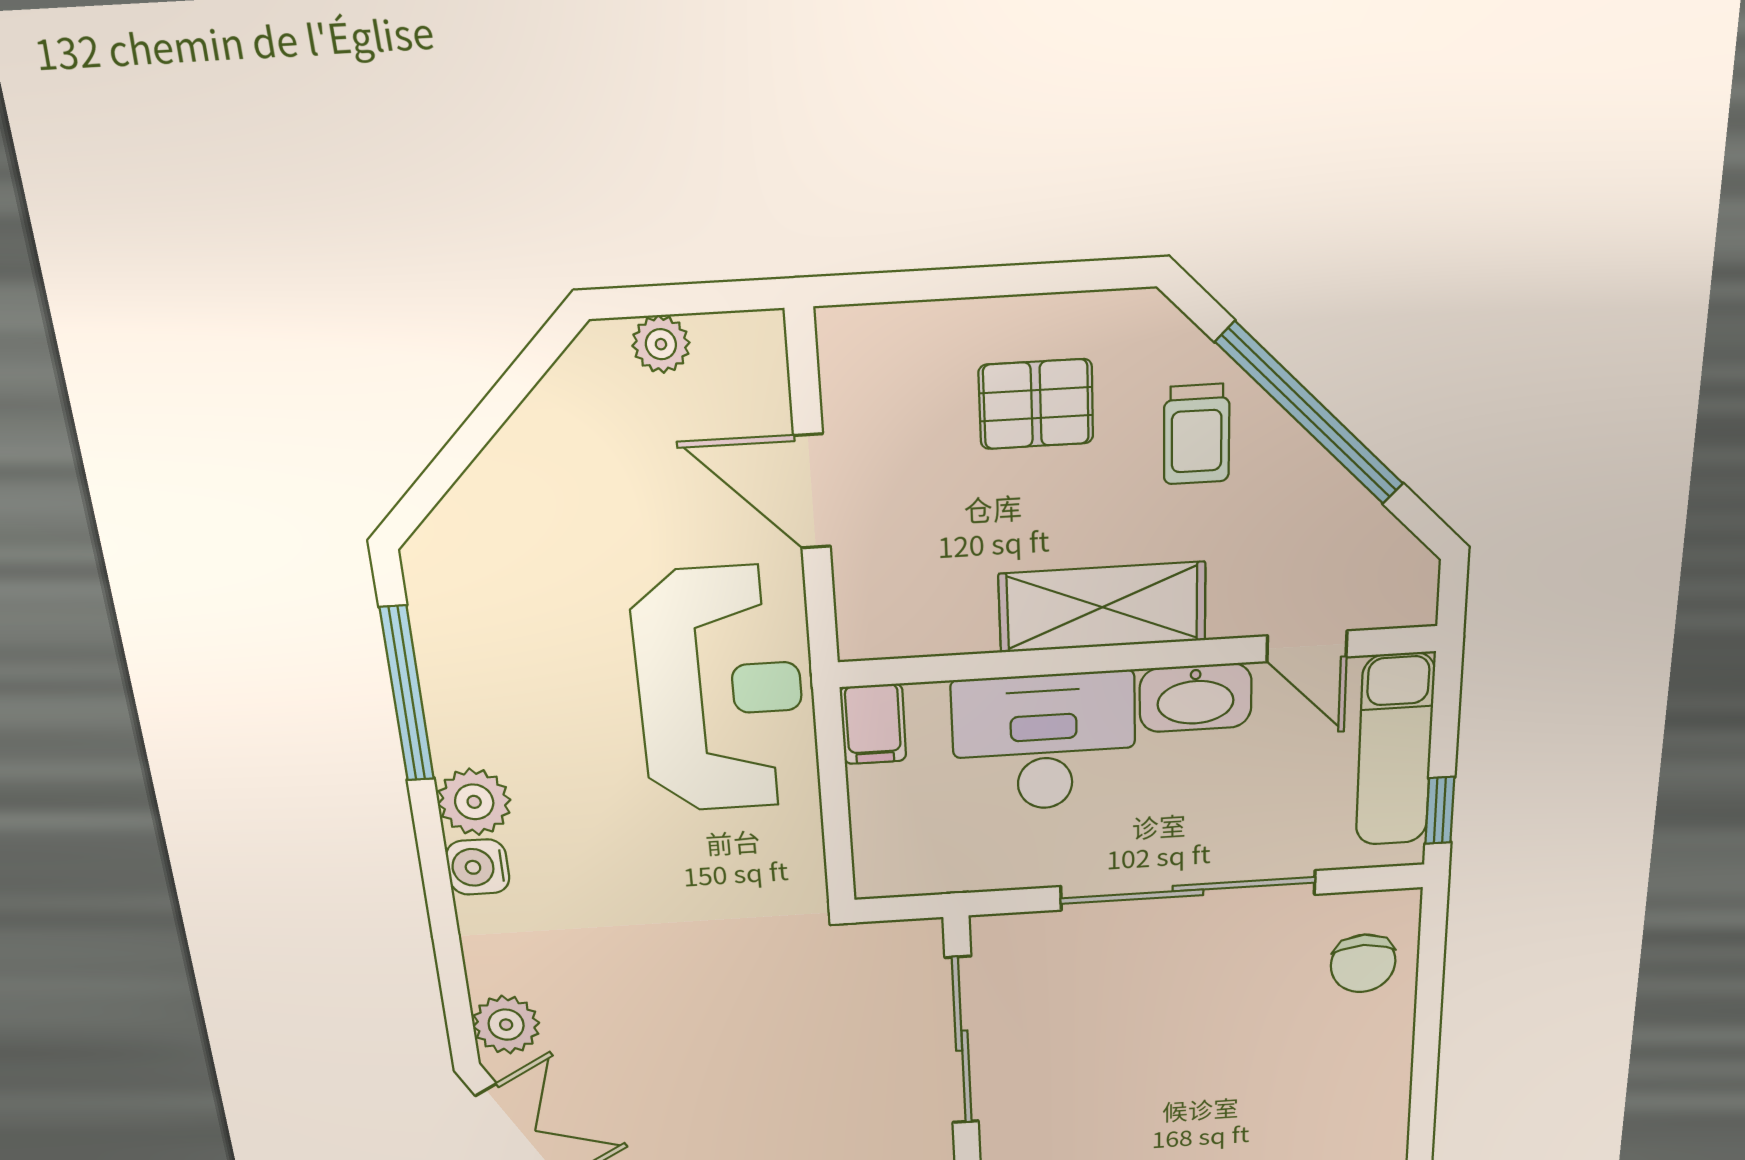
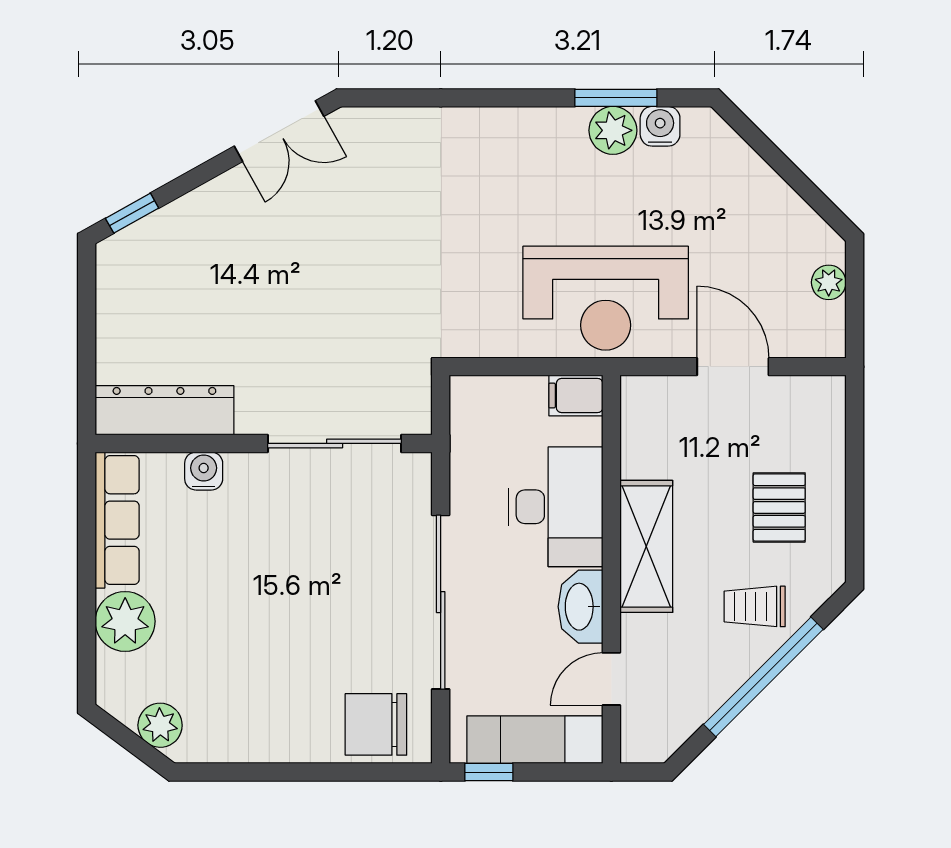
door: (812, 491) -> (733, 367), hinge flipped
window: (407, 694) -> (616, 98), width x0.69
plant: (474, 802) -> (613, 130), moved
water cooler: (478, 867) -> (660, 126), moved
chair: (1363, 963) -> (376, 724), width x1.37, depth x1.37
plant: (506, 1025) -> (370, 129), removed

